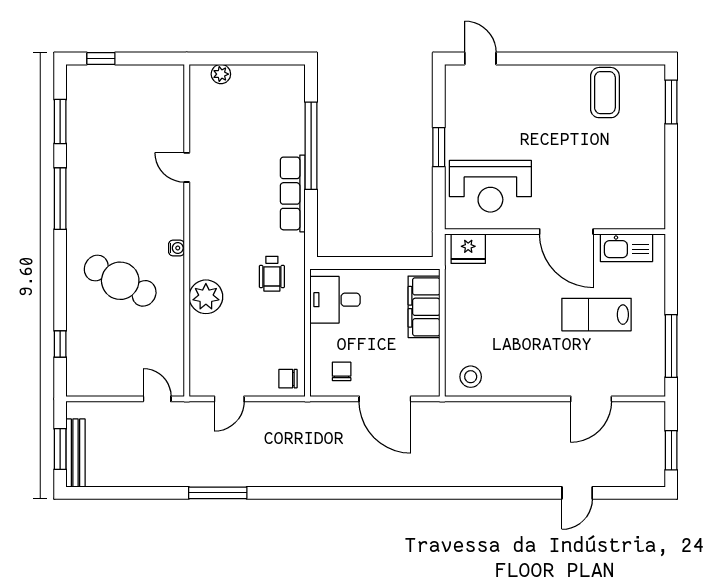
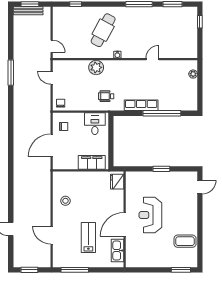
reception desk: (490, 186) -> (150, 215), moved
stool: (471, 377) -> (65, 201), moved
door: (157, 399) -> (52, 46), hinge flipped

